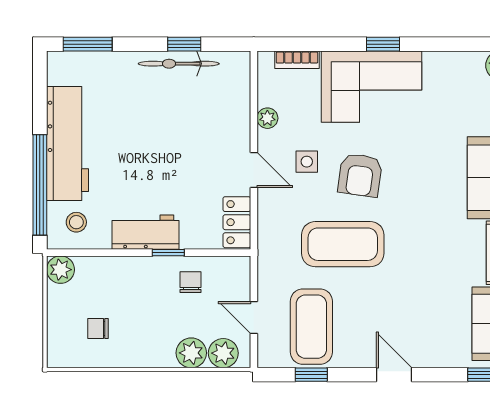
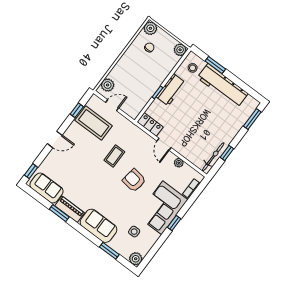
bicycle: (179, 64) -> (213, 157), moved
side table: (307, 162) -> (134, 232), moved
door: (254, 170) -> (164, 144), hinge flipped
window: (40, 185) -> (215, 65), width x0.47
coffee table: (343, 244) -> (114, 156), width x0.54, depth x0.58
chair: (191, 282) -> (141, 92), removed
plant: (191, 353) -> (150, 28), moved

